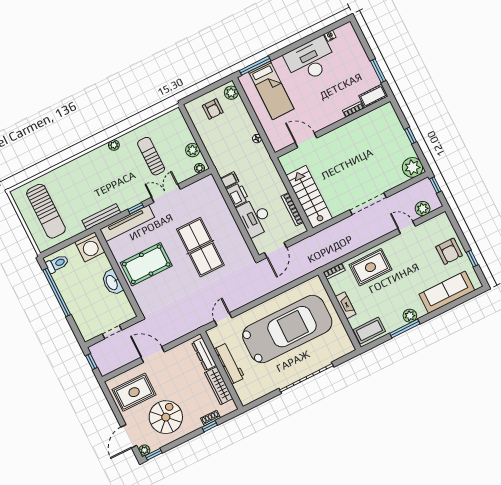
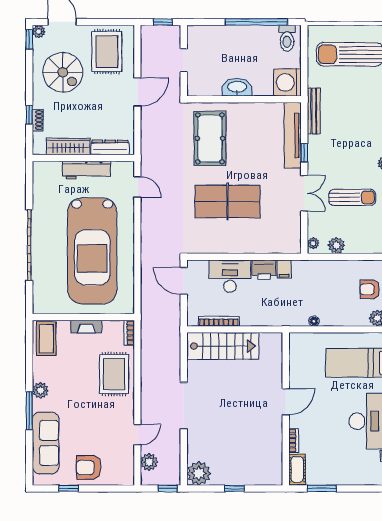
door: (306, 140) -> (286, 402), moved
pool table: (146, 264) -> (210, 138), moved
window: (405, 329) -> (29, 411), moved

